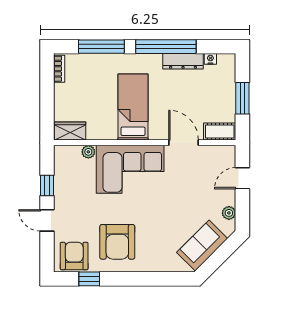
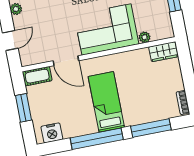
nightstand: (210, 59) -> (52, 133), width x1.89, depth x1.79
dresser: (183, 61) -> (80, 129), removed
bed: (133, 107) -> (106, 102), moved, turned 180

